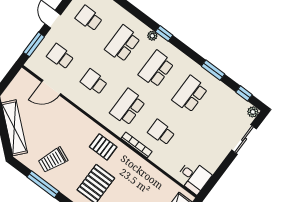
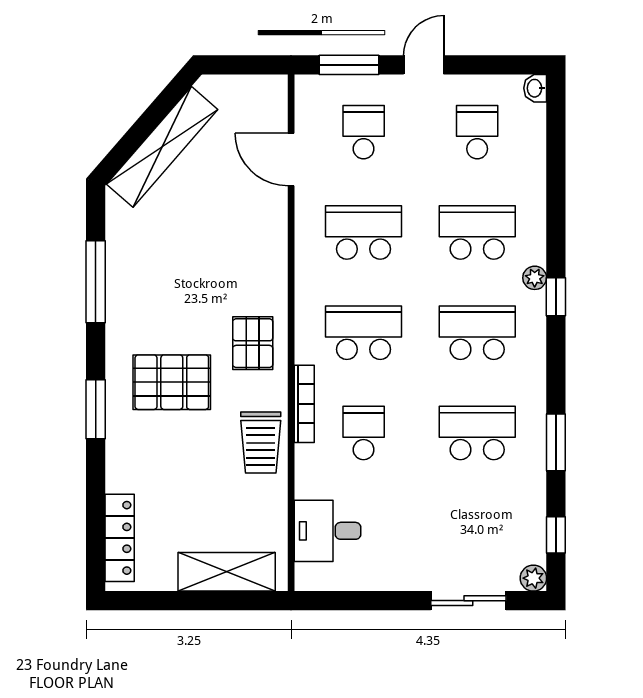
school desk: (94, 82) -> (364, 232), width x1.85
trolley: (53, 160) -> (261, 442), moved, turned -113
desk: (194, 177) -> (327, 531), moved, turned 90

